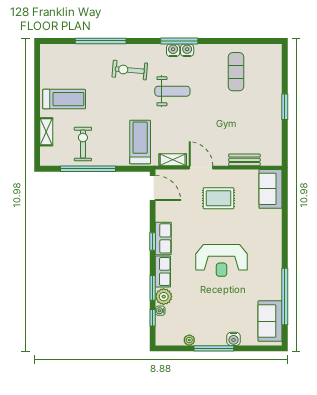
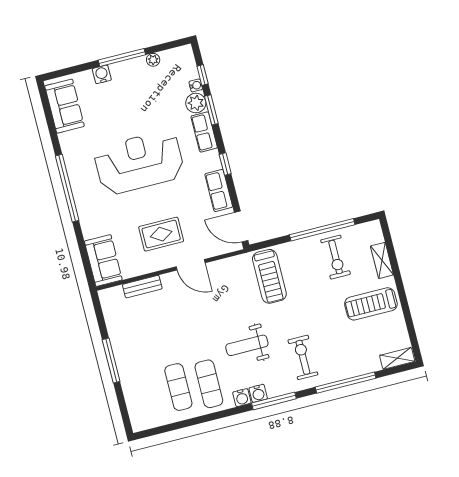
window: (179, 41) -> (274, 401), moved
exercise mat: (211, 68) -> (209, 384), added
exercise bike: (130, 70) -> (303, 357), turned -95
window: (285, 107) -> (111, 360), width x1.44
shelving: (173, 160) -> (397, 358), moved
row of seats: (163, 238) -> (219, 190), moved
reception desk: (222, 260) -> (139, 162), width x1.36, depth x1.30
window: (285, 296) -> (67, 188), moved

